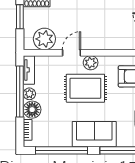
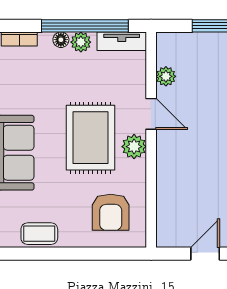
plant: (44, 39) -> (166, 76), width x0.53, depth x0.53
floor lamp: (32, 110) -> (61, 40), width x0.53, depth x0.53

